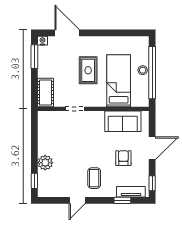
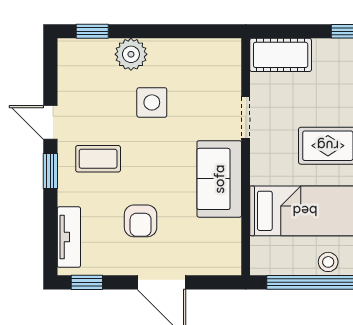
sofa: (123, 121) -> (219, 179), moved
side table: (68, 153) -> (152, 102), added
armchair: (123, 158) -> (141, 221), turned 90
window: (122, 200) -> (50, 171), moved

